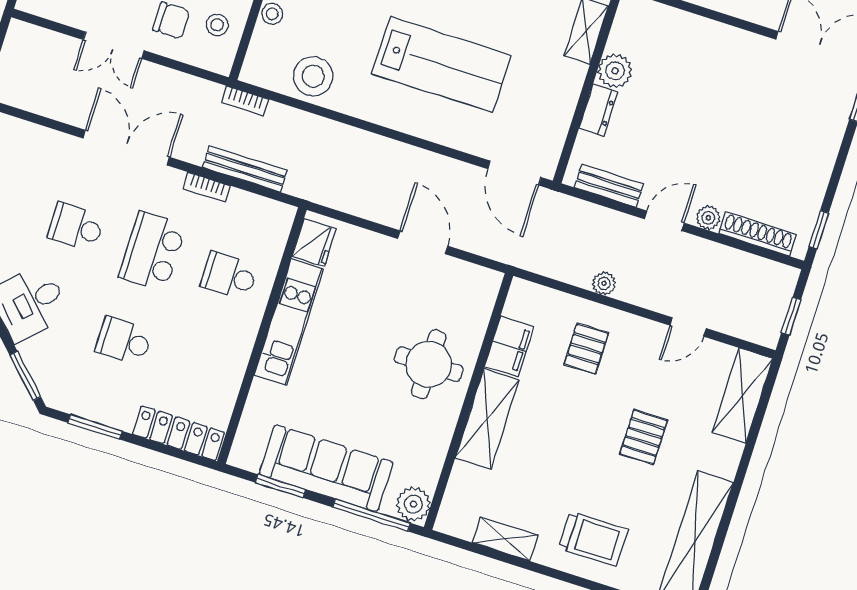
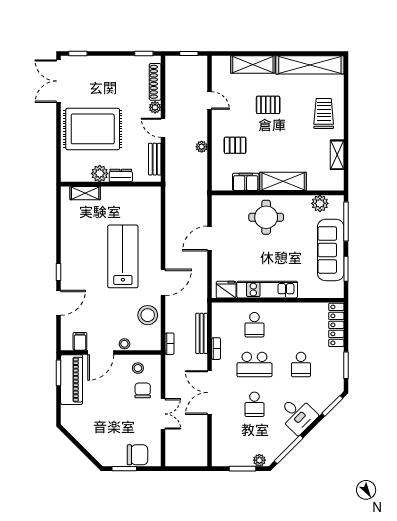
rug: (705, 85) -> (93, 129), added
door: (514, 173) -> (163, 282), moved
shelving: (742, 396) -> (253, 64), moved
plant: (413, 504) -> (320, 203), moved

